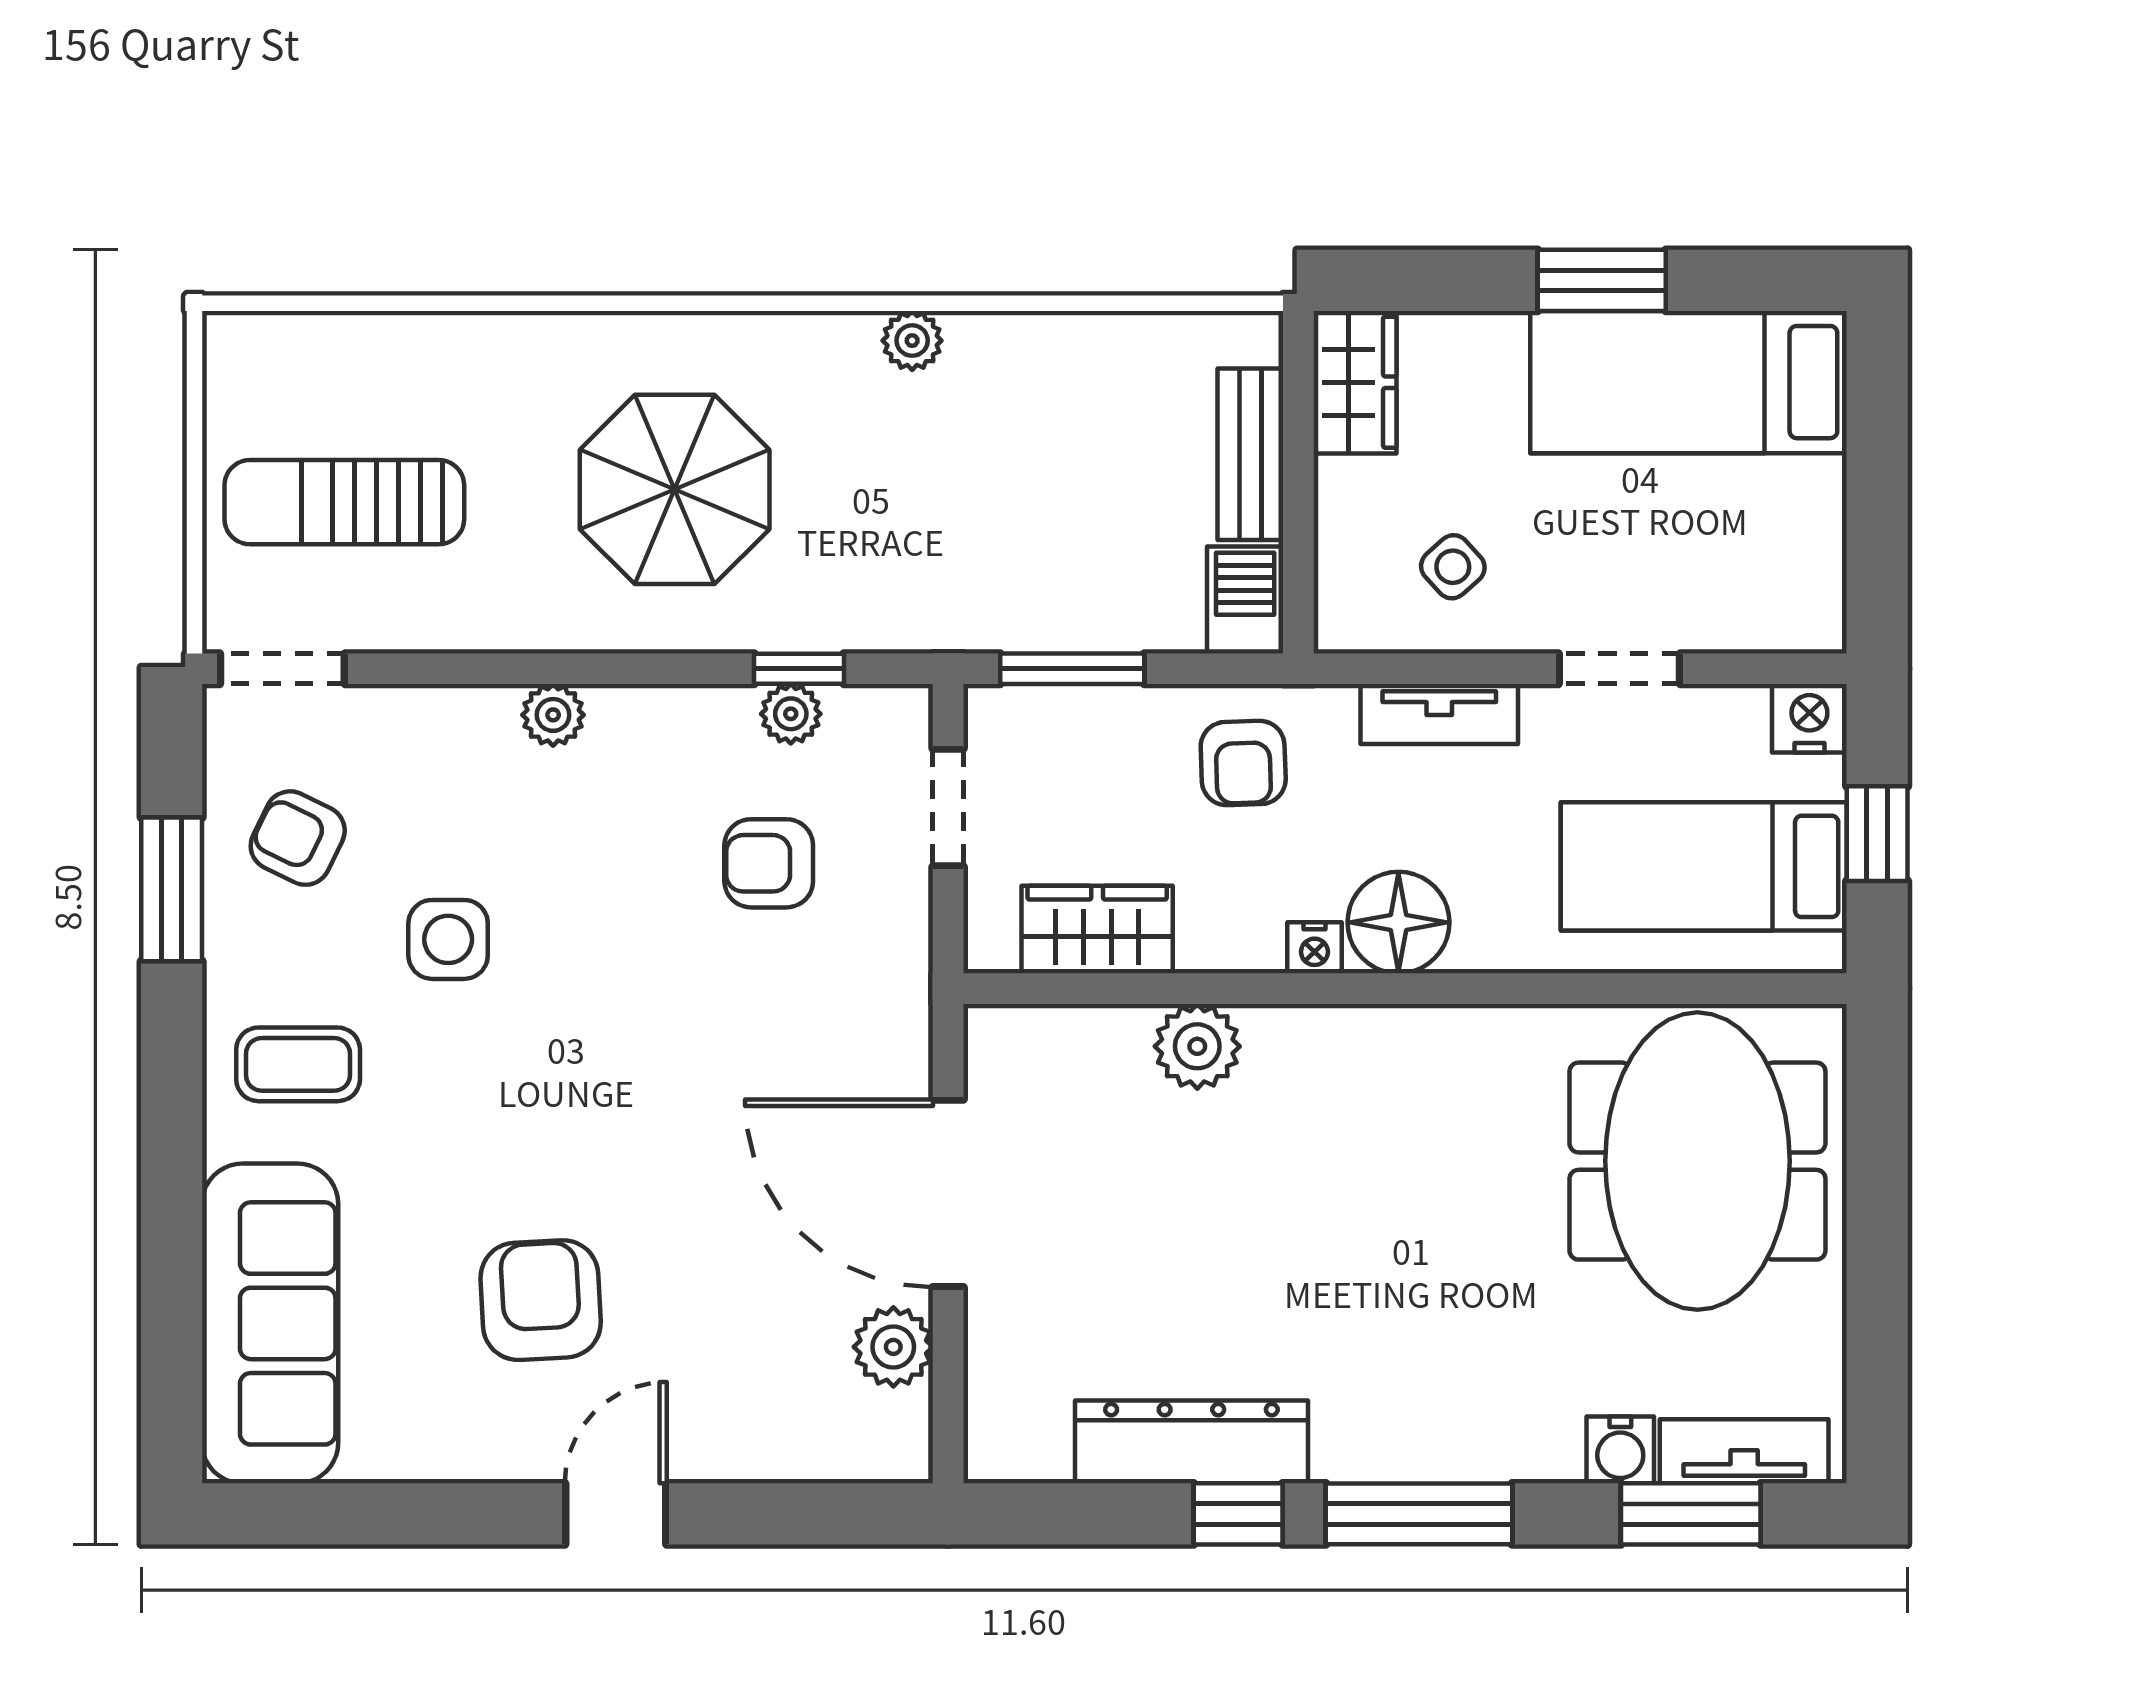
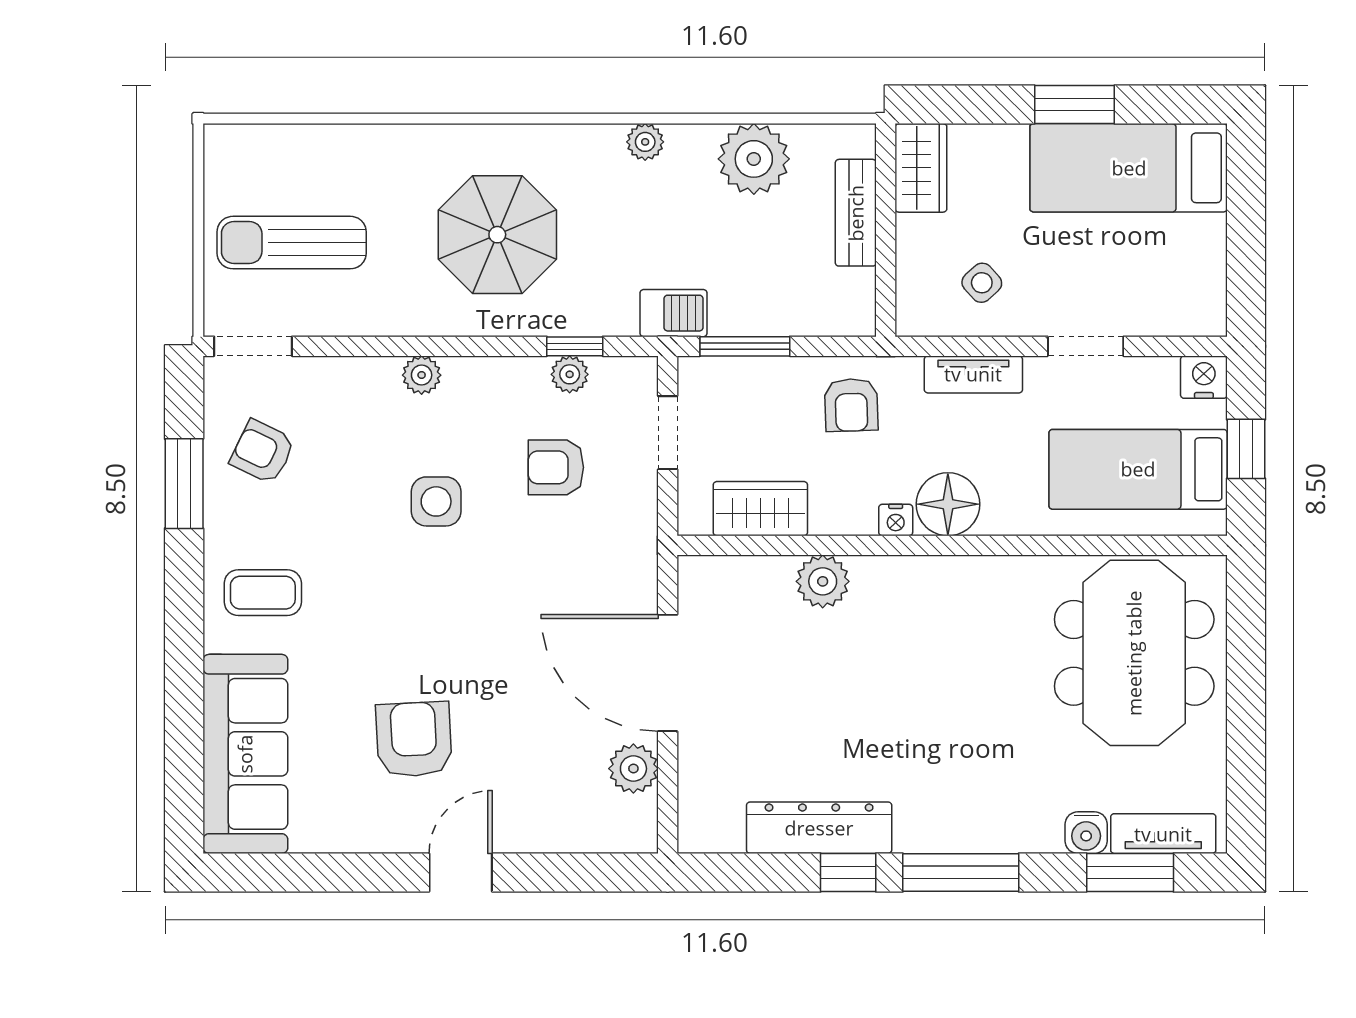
plant: (1087, 368) -> (754, 159), added
barbecue: (1245, 600) -> (673, 313), moved, turned 90
side table: (448, 939) -> (436, 501), moved

